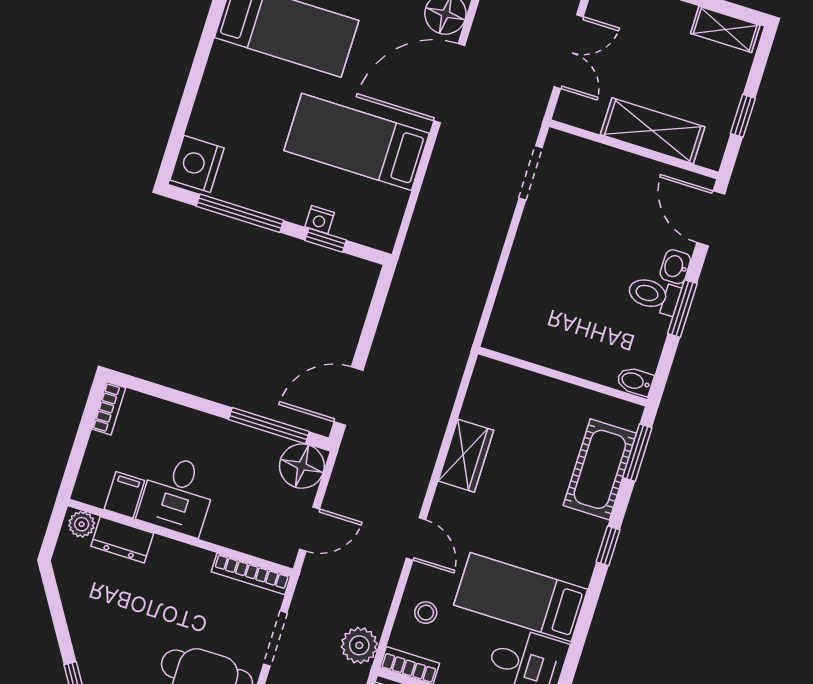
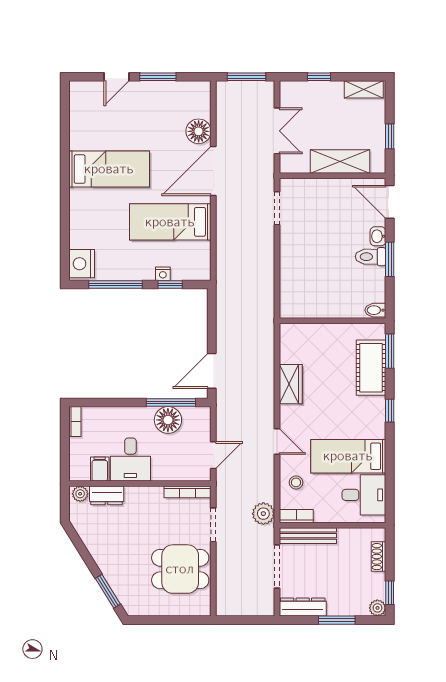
floor lamp: (302, 466) -> (168, 420), moved

